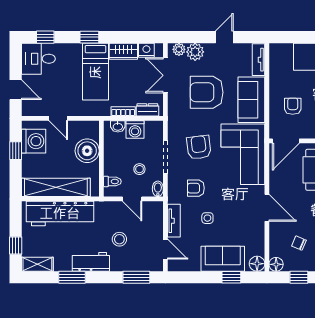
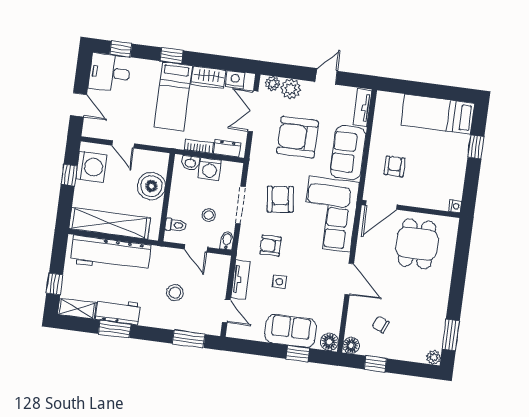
workbench: (91, 262) -> (118, 311), moved

